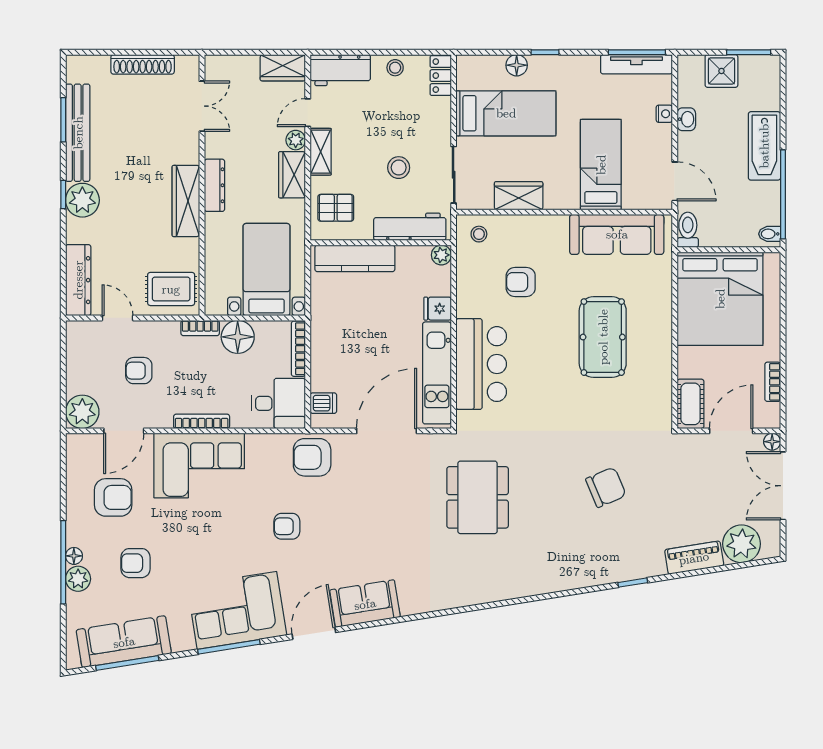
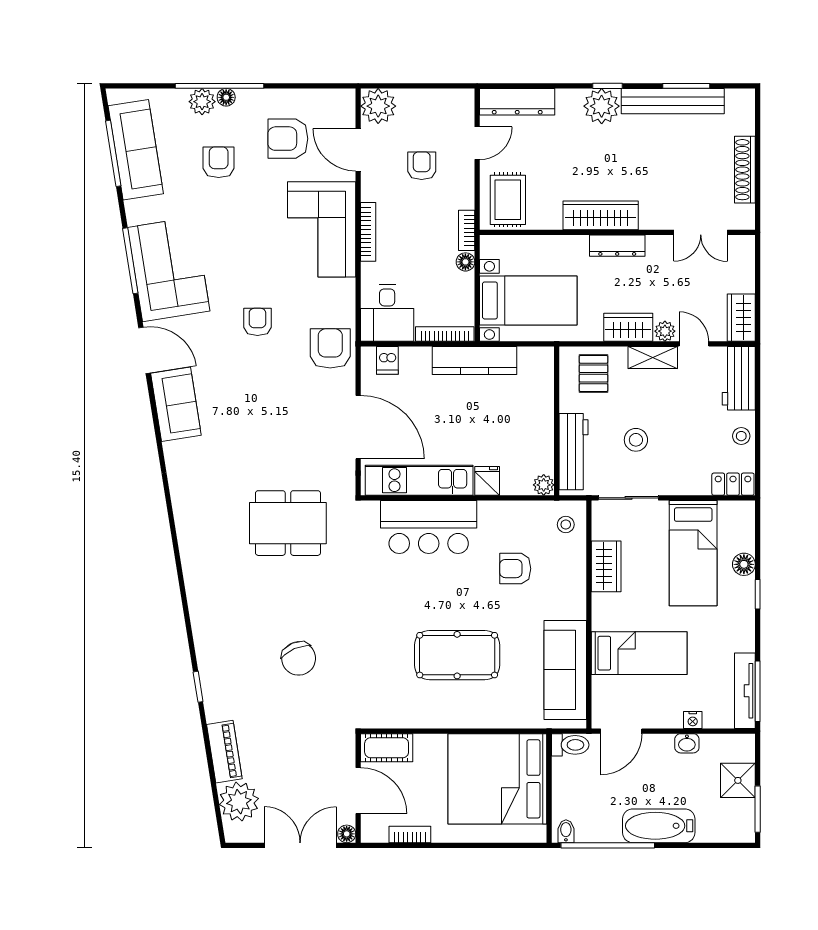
kitchen counter: (355, 258) -> (475, 361), moved, turned -90
armchair: (521, 282) -> (515, 569), turned -90
floor lamp: (238, 337) -> (465, 262), width x0.53, depth x0.53
armchair: (113, 497) -> (288, 139), turned 90

